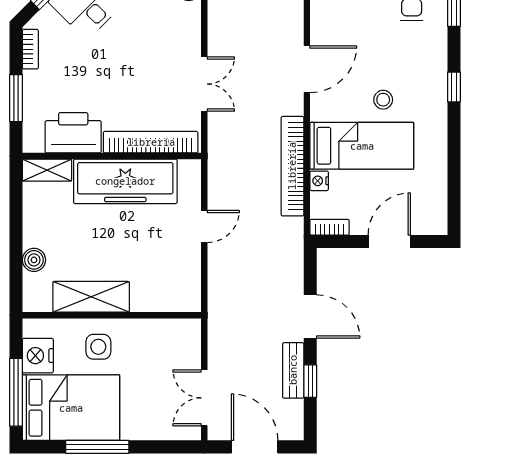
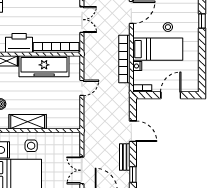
window: (310, 381) -> (133, 175), moved

